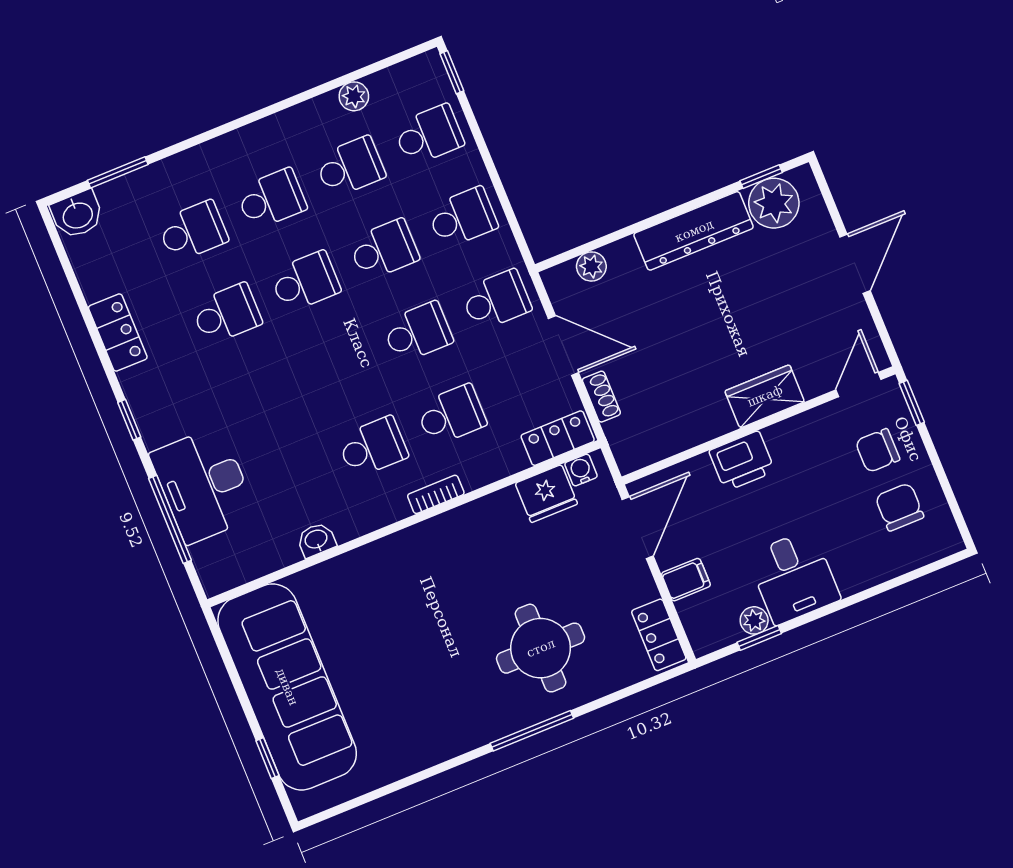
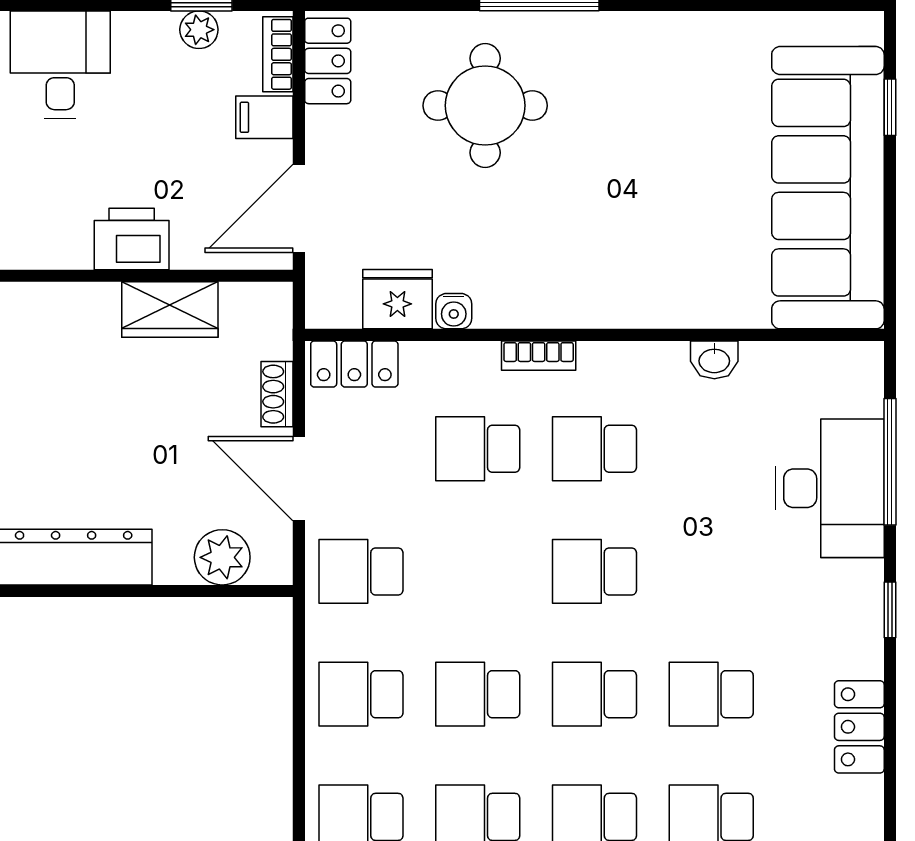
plant: (591, 266) -> (222, 557), width x1.38, depth x1.38
school desk: (418, 332) -> (594, 571), moved
wardrobe: (765, 396) -> (170, 310), moved
water cooler: (581, 470) -> (454, 311), moved
desk: (794, 577) -> (60, 65), moved
bookcase: (694, 626) -> (278, 54), added

